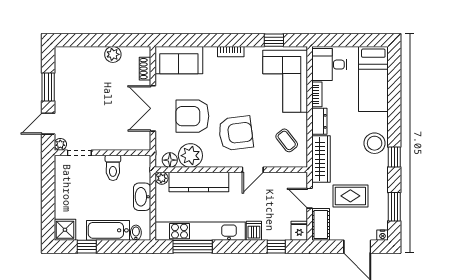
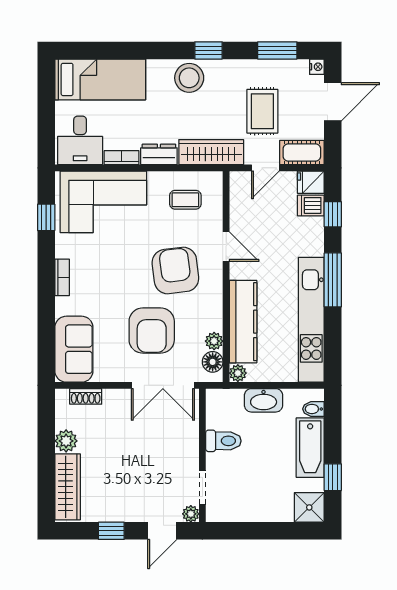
wardrobe: (80, 56) -> (68, 487), added
window: (48, 87) -> (111, 531), width x0.67
double door: (153, 108) -> (163, 385), moved
door: (48, 124) -> (162, 531), hinge flipped
coffee table: (287, 140) -> (185, 200), turned 38
plant: (190, 156) -> (214, 341), width x0.53, depth x0.53
dishwasher: (254, 231) -> (311, 205), moved
window: (193, 247) -> (333, 280), moved

